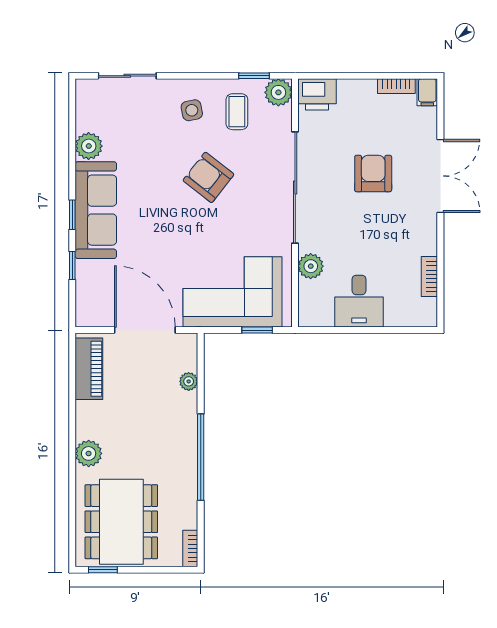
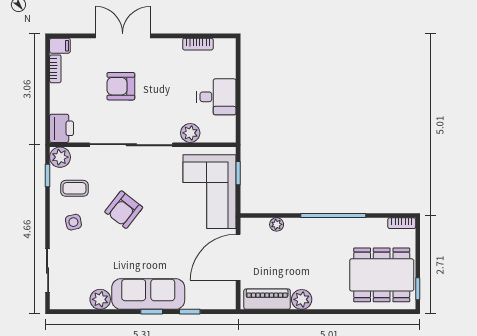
plant: (89, 453) -> (302, 299), moved

